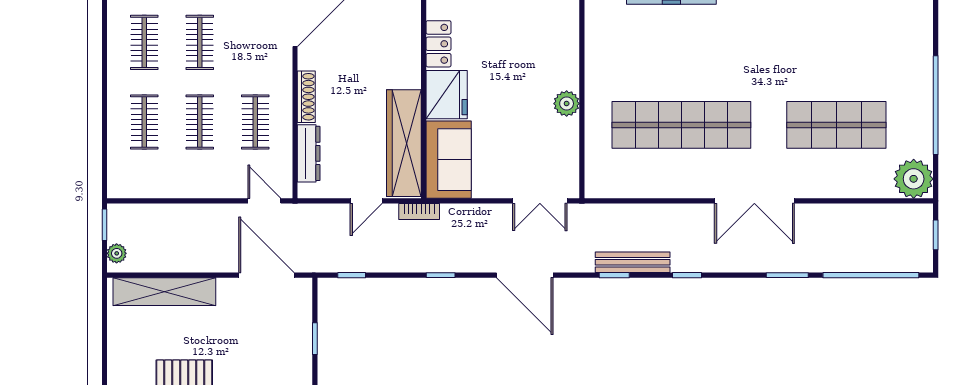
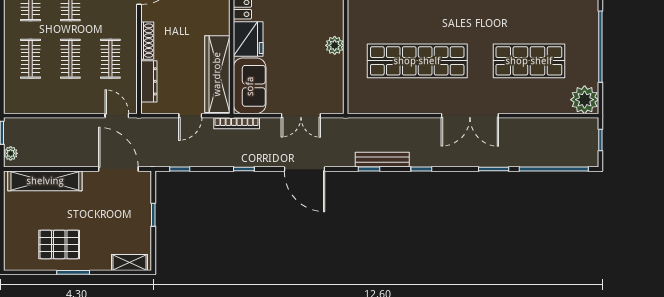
double door: (540, 201) -> (301, 116), moved
bookcase: (419, 211) -> (237, 123), width x1.56

